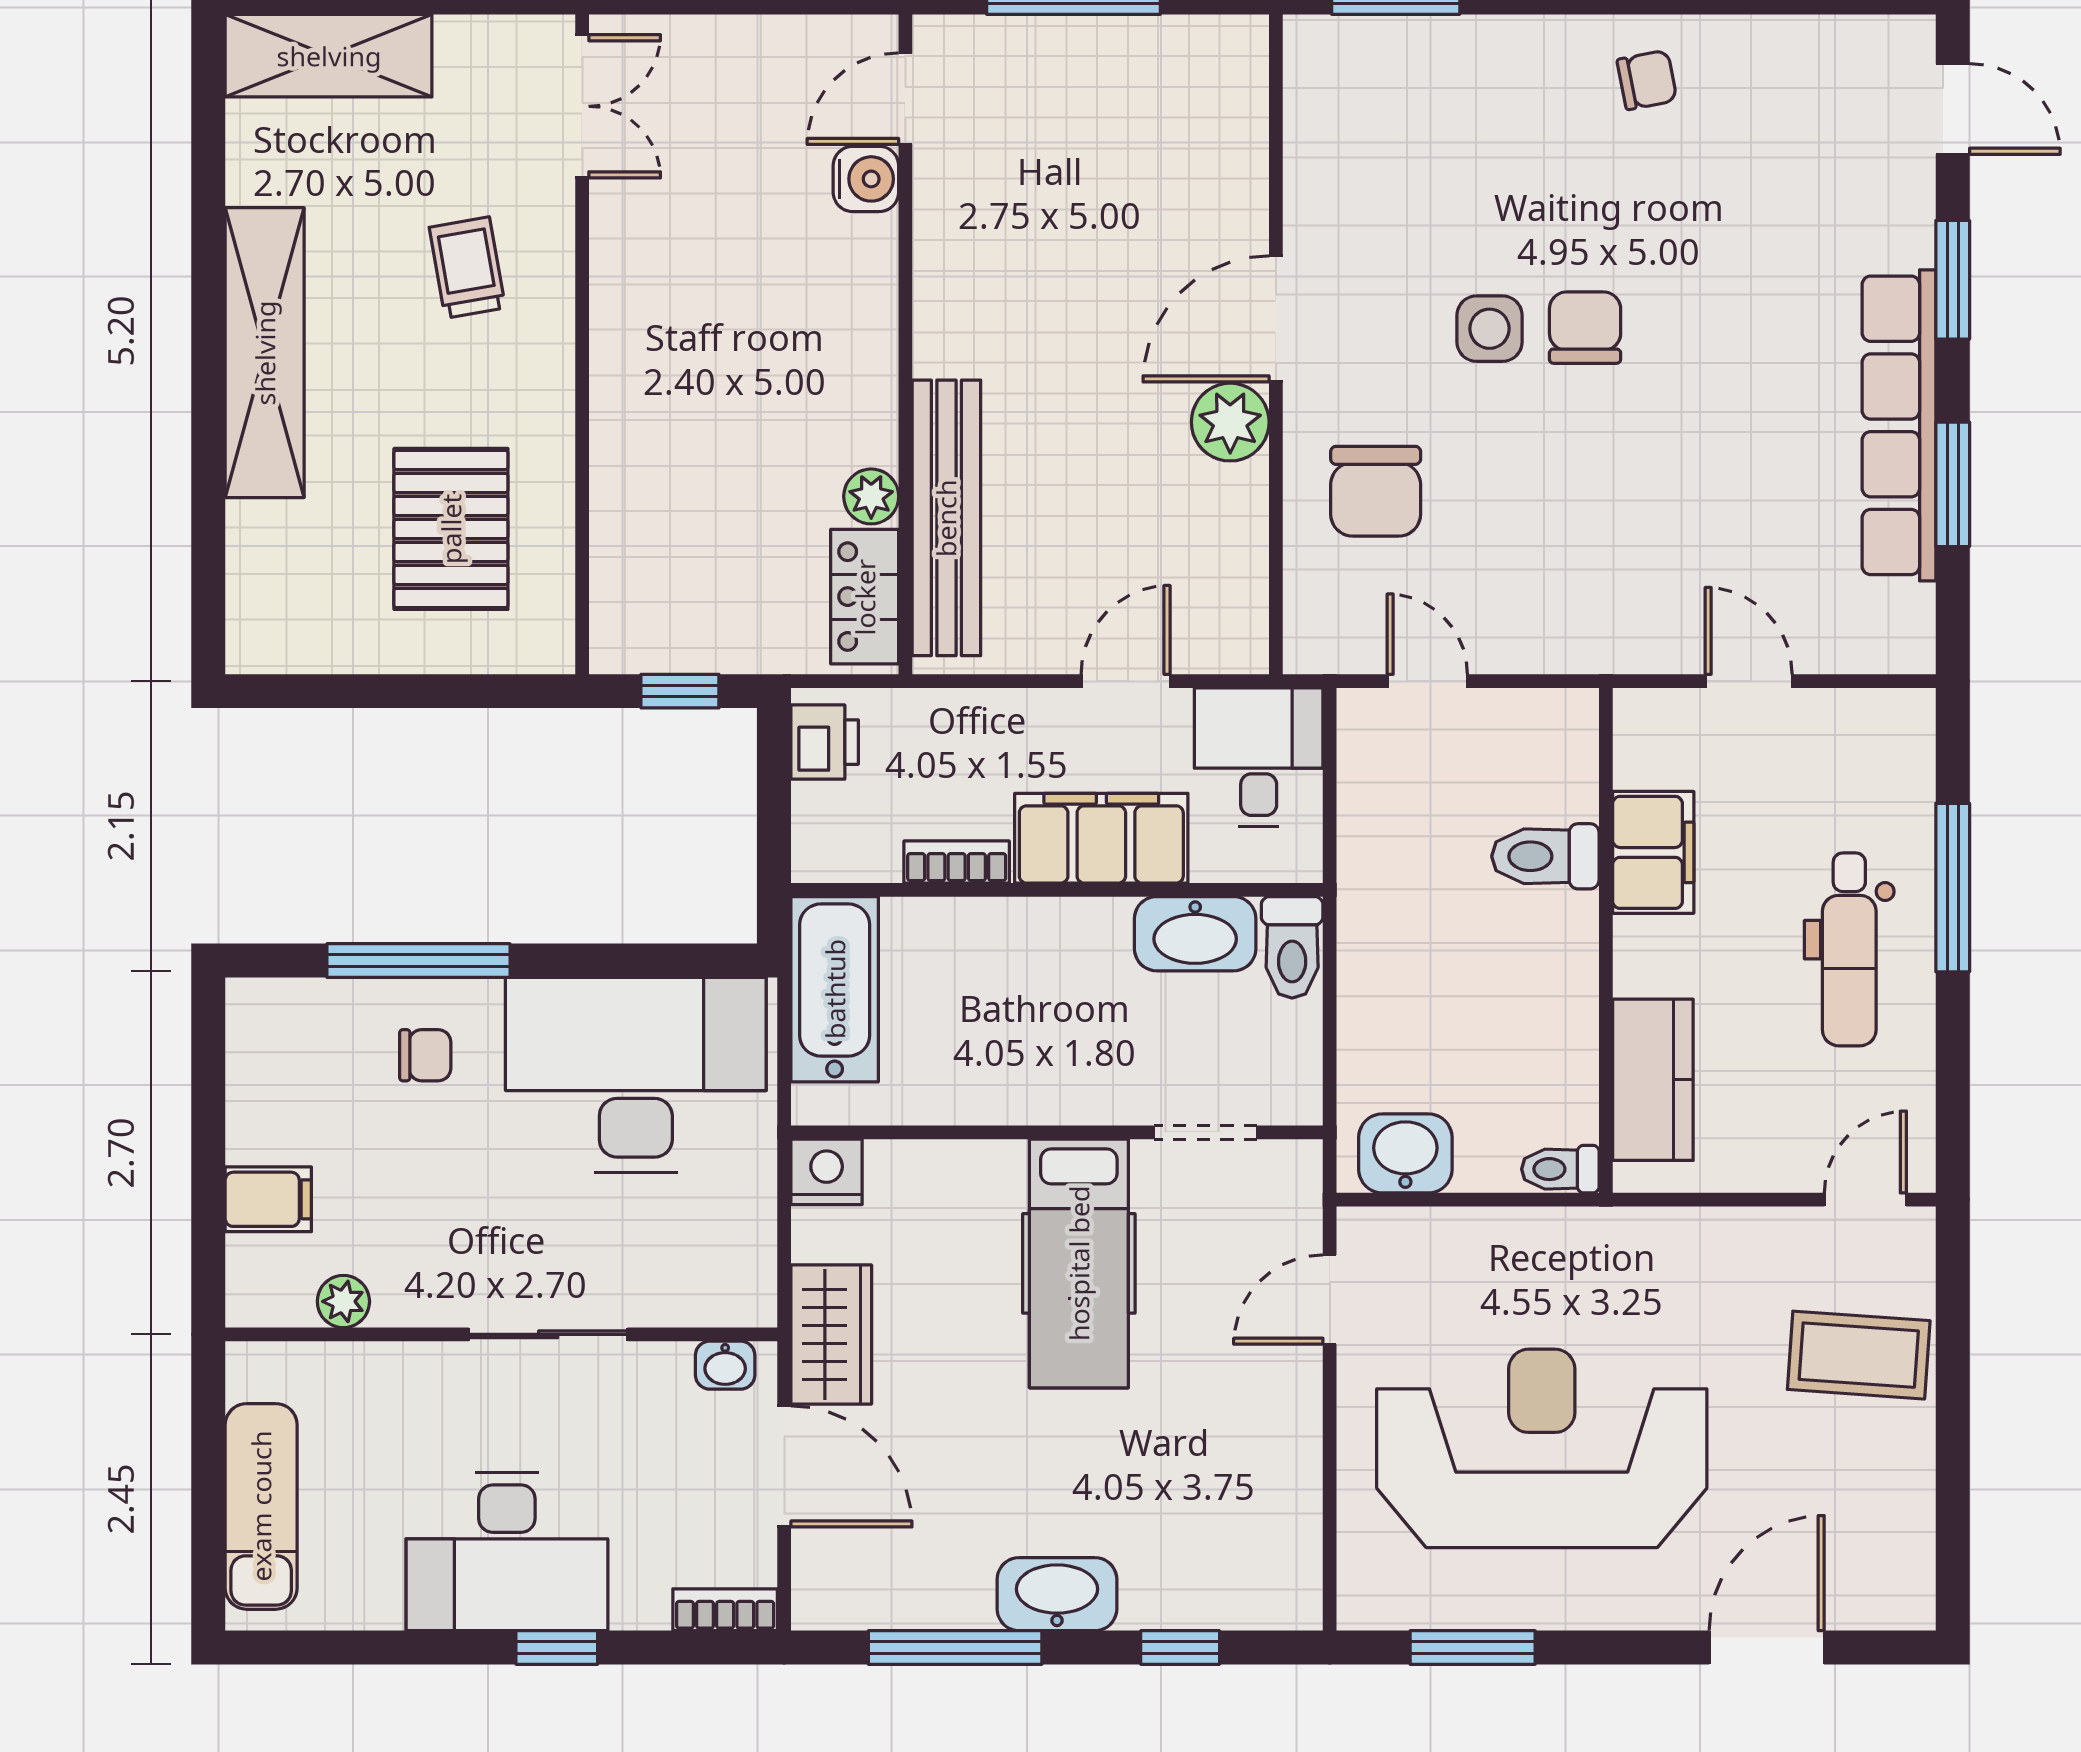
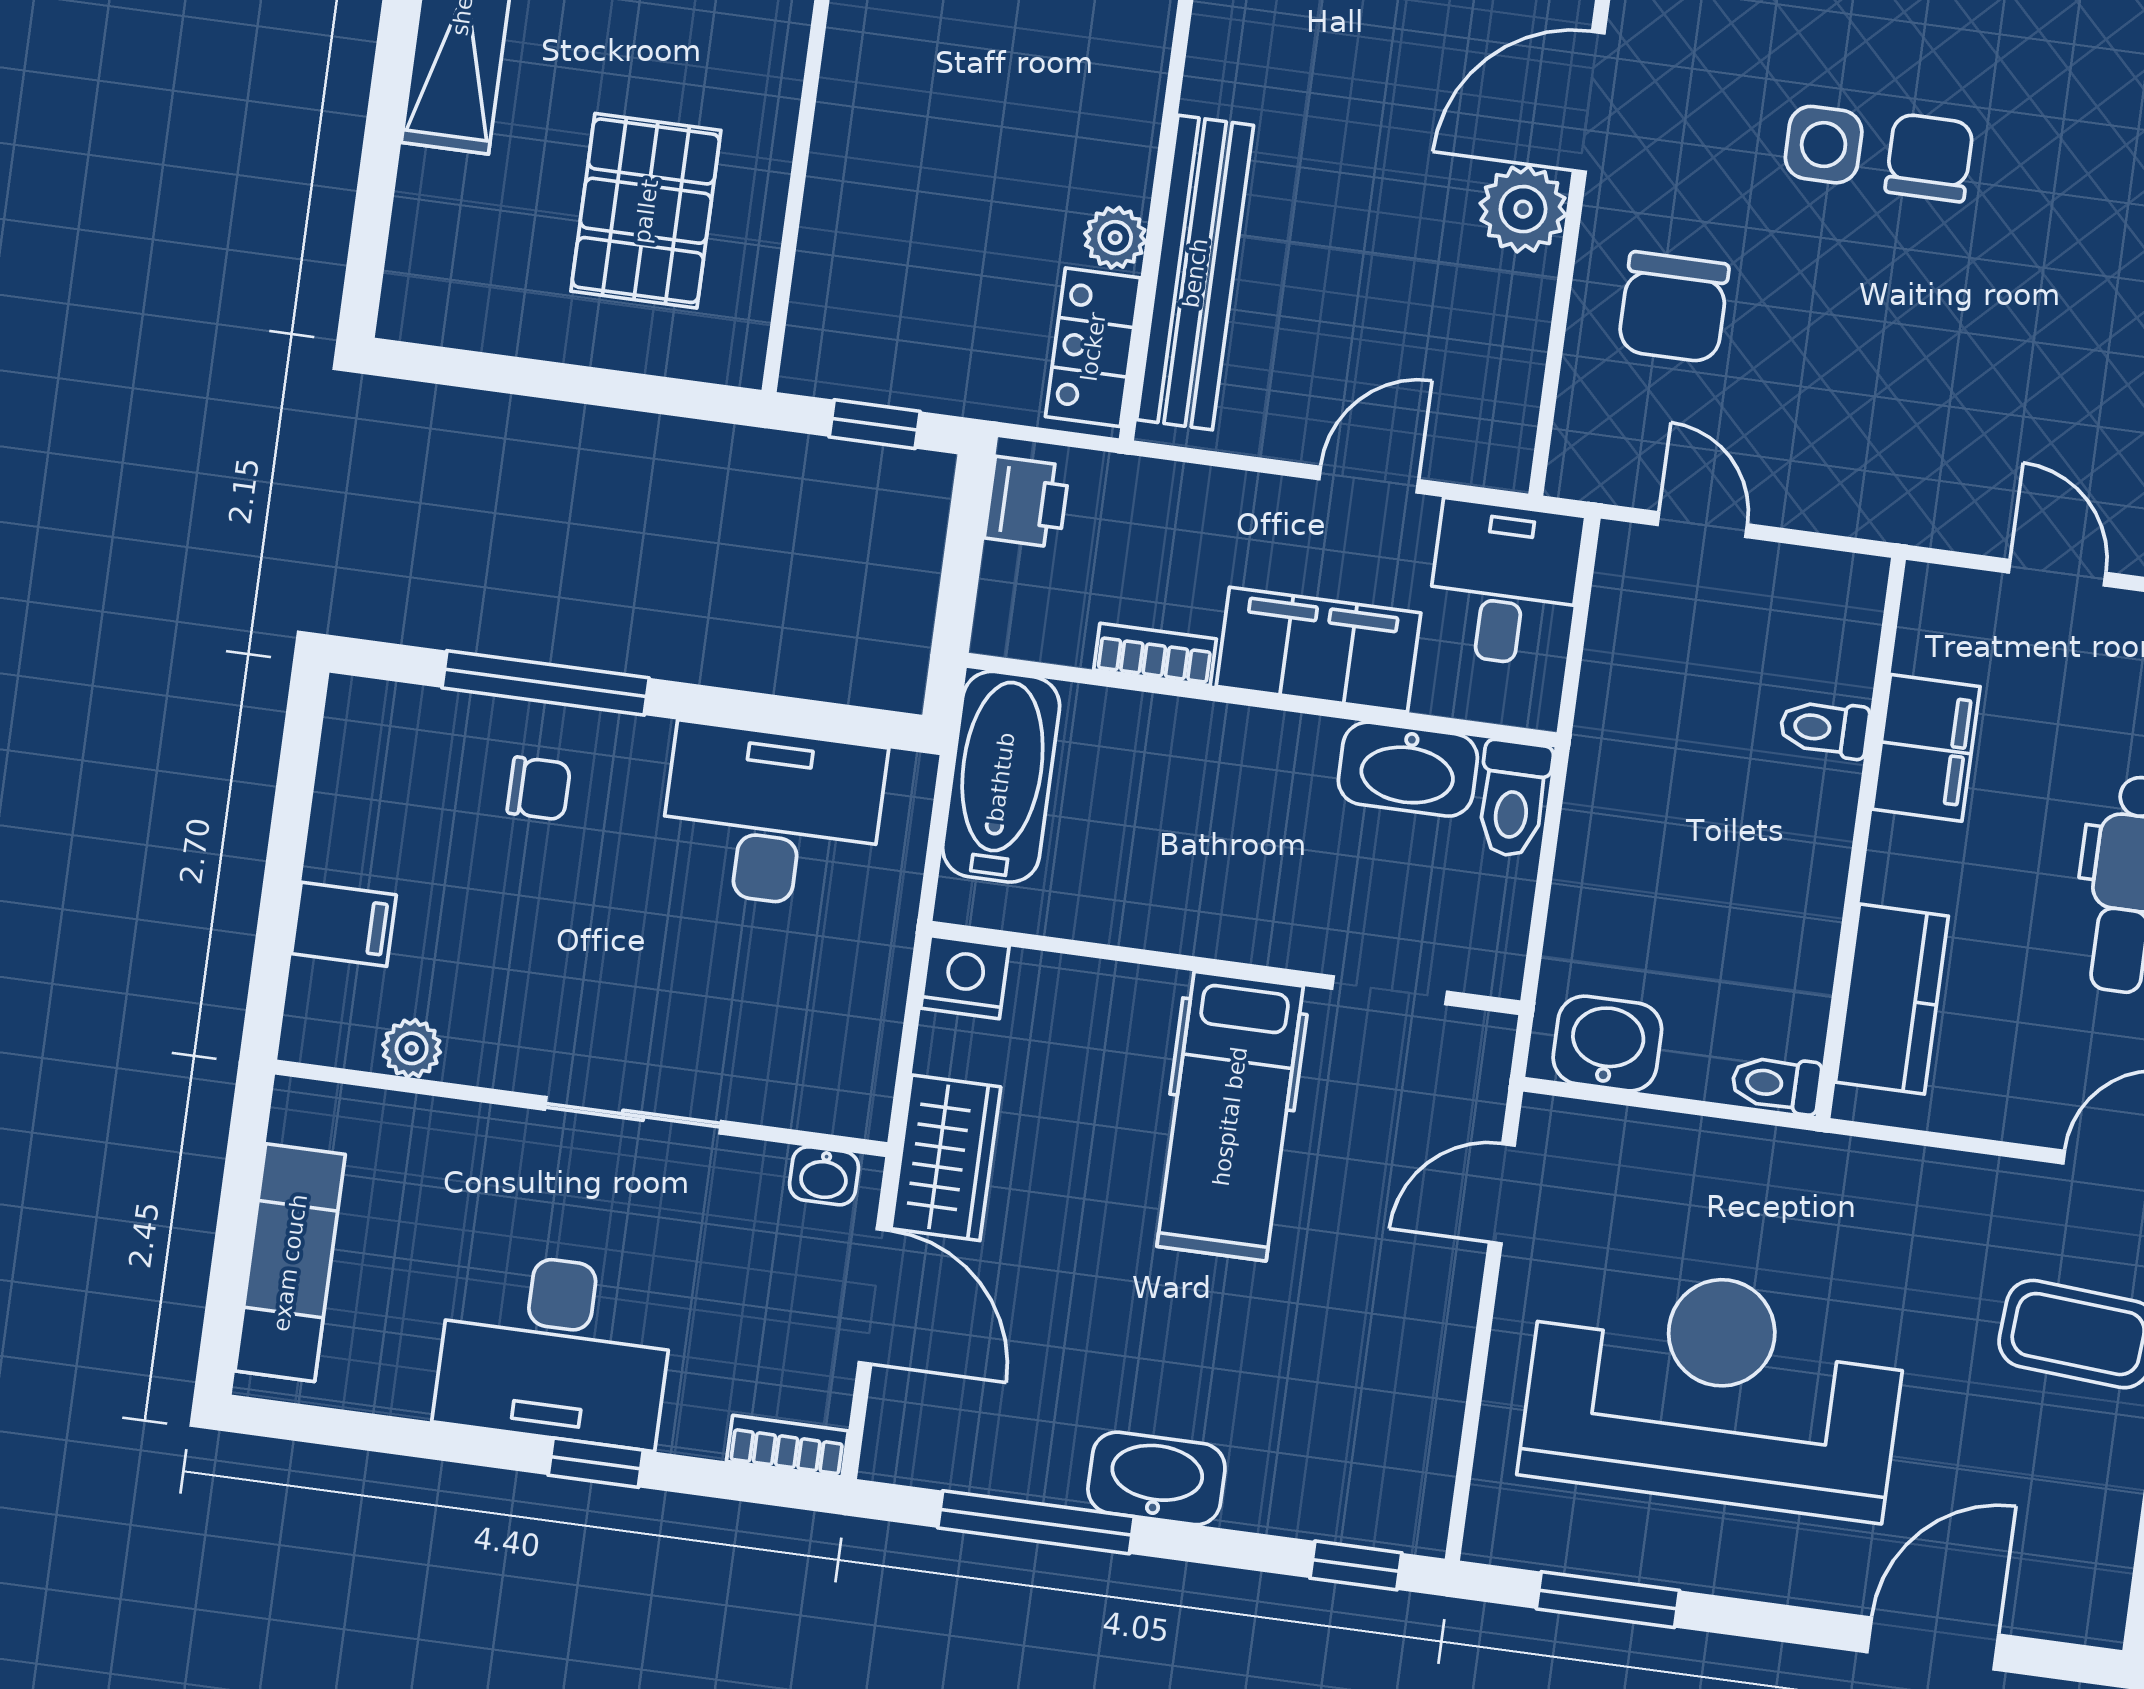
toilet: (1545, 856) -> (1824, 728), width x0.73, depth x0.72
desk: (636, 1075) -> (772, 817), width x0.73, depth x0.77
window: (1180, 1648) -> (1356, 1565), moved

